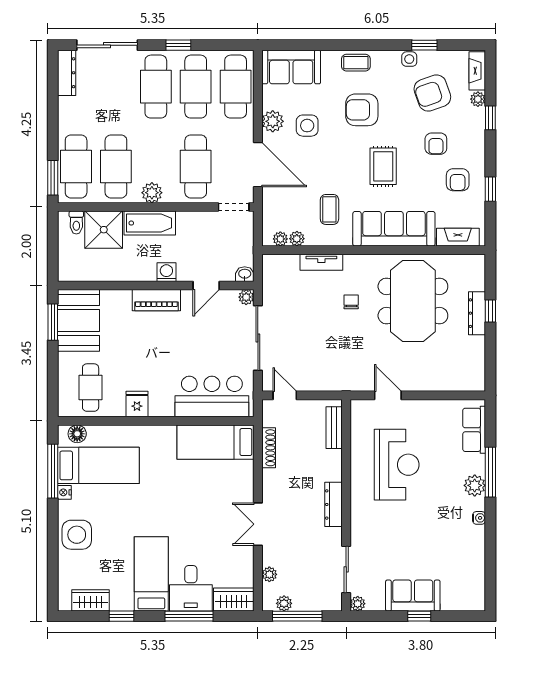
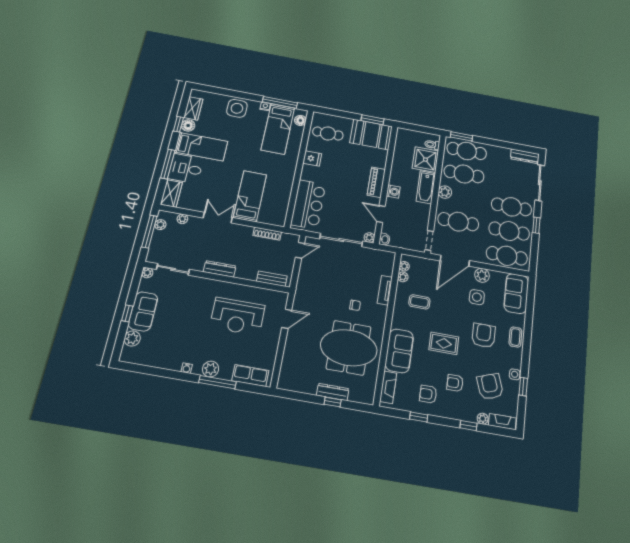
sofa: (394, 229) -> (399, 351), width x0.73
bed: (216, 442) -> (250, 196), moved
floor lamp: (121, 601) -> (188, 125), added
plant: (452, 601) -> (132, 338), added

